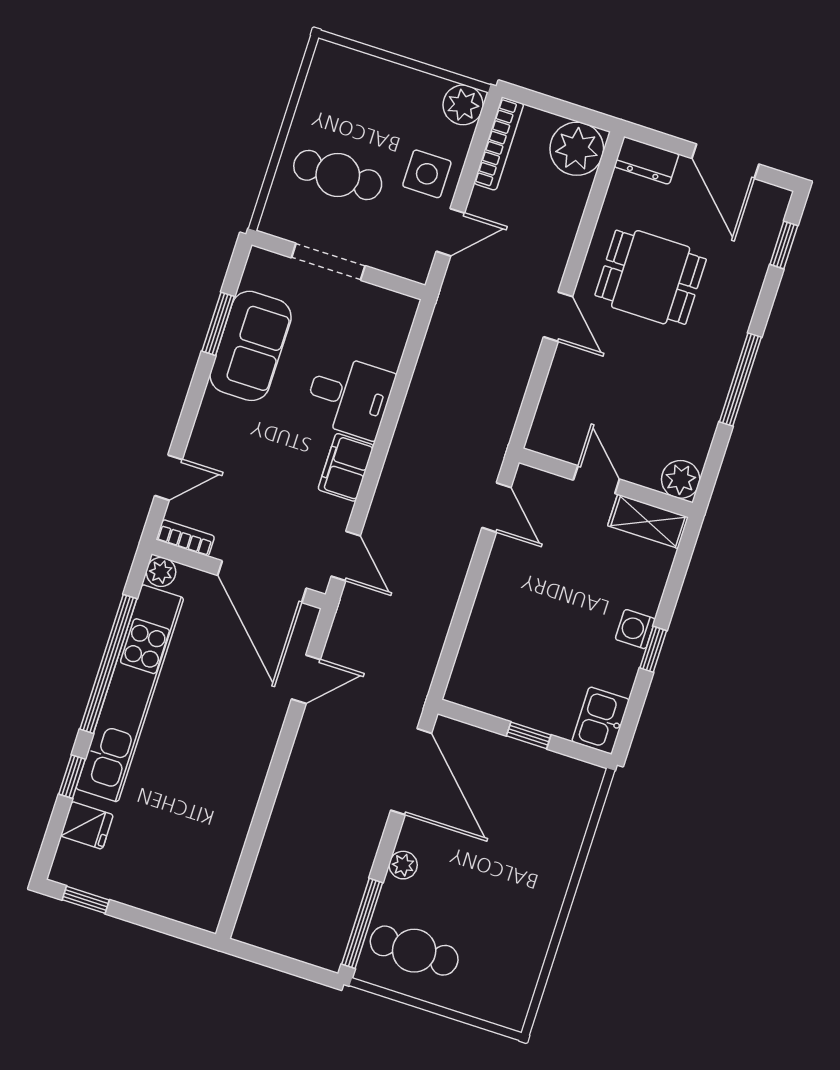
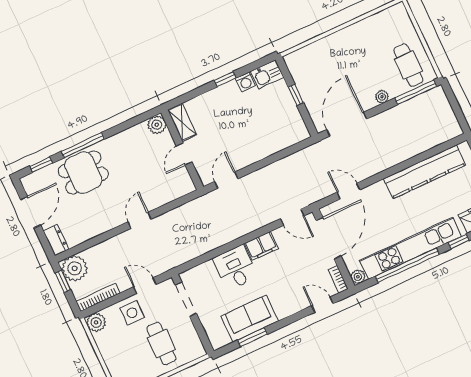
window: (573, 112) -> (63, 281), added
doorway: (328, 262) -> (186, 299), moved
dining table: (651, 277) -> (83, 173), moved, turned 90
window: (740, 380) -> (83, 145), moved
door: (346, 556) -> (292, 217), swing flipped
washing machine: (635, 629) -> (245, 82), moved
kitchen counter: (227, 824) -> (425, 172), added

